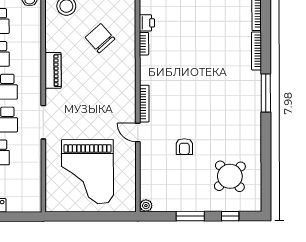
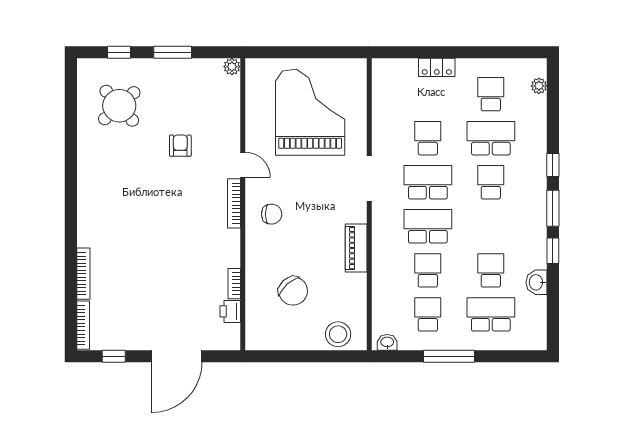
window: (266, 93) -> (71, 217), removed
chair: (116, 96) -> (272, 214), added

